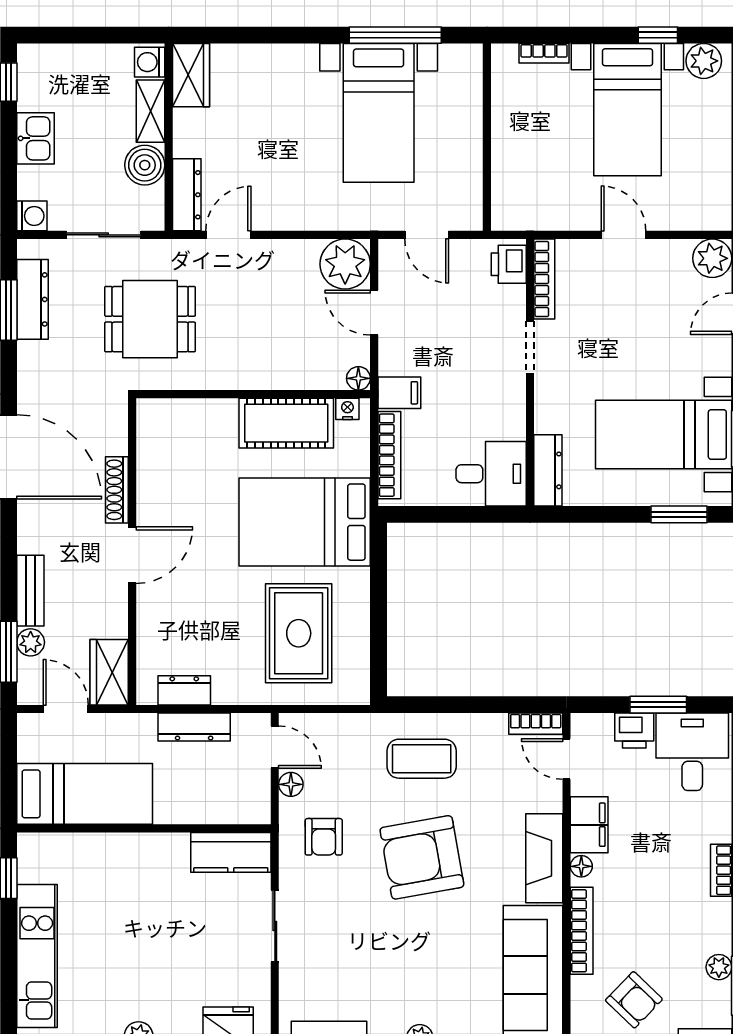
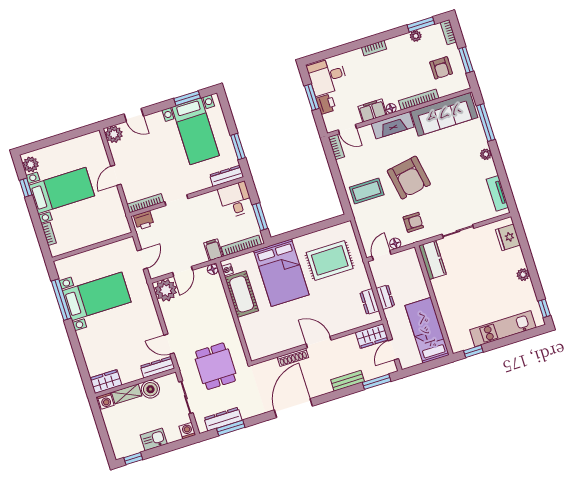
window: (439, 514) -> (260, 217), added
window: (679, 514) -> (238, 147), moved
plant: (31, 642) -> (370, 374), removed
dresser: (194, 727) -> (385, 297), width x0.70
coffee table: (422, 759) -> (367, 191), turned 90
door: (566, 759) -> (347, 129), hinge flipped
armchair: (634, 1000) -> (441, 68), turned 136

